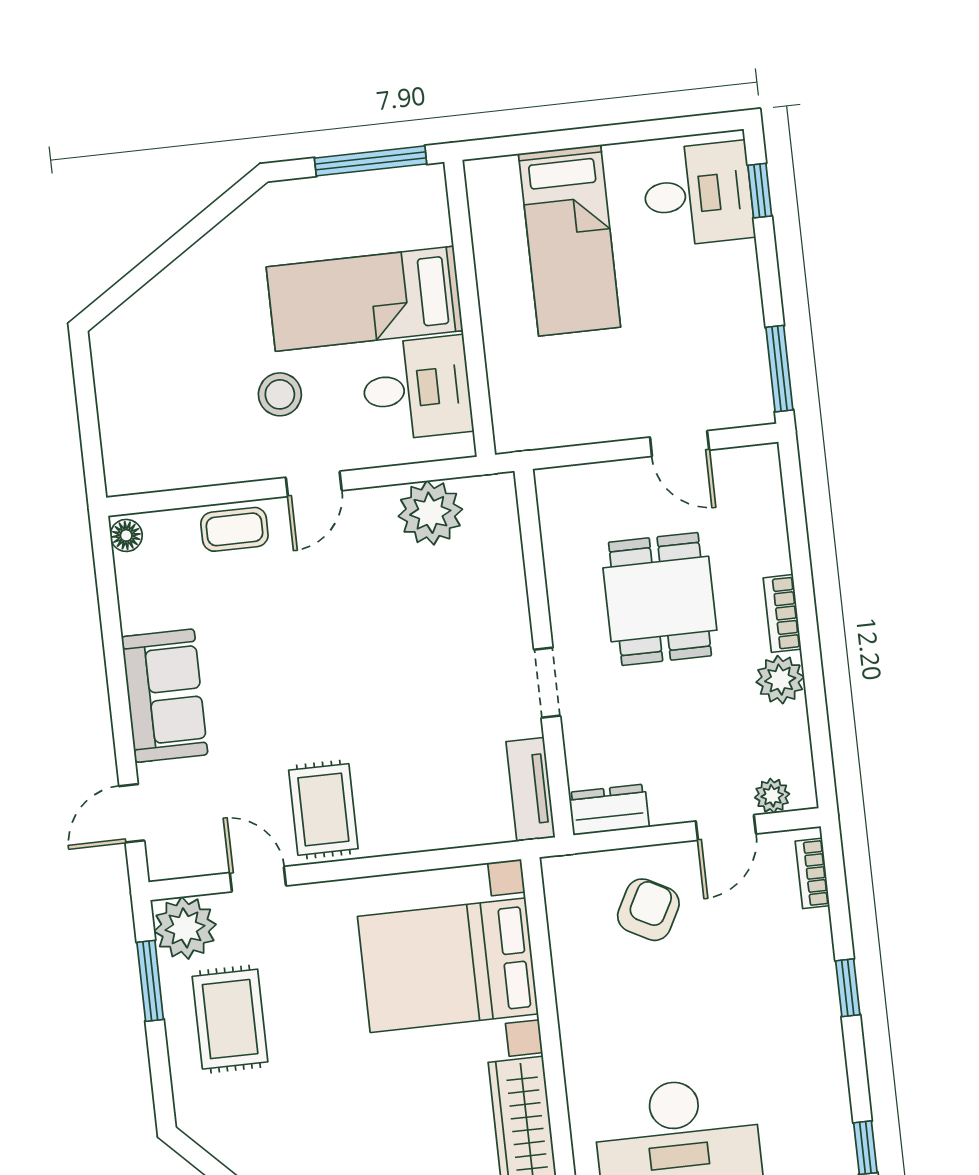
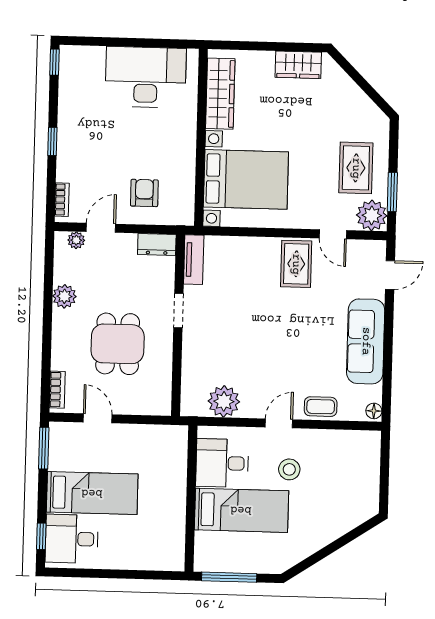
bed: (570, 240) -> (92, 493), moved, turned 90
bookcase: (782, 613) -> (57, 390), moved
sofa: (165, 696) -> (366, 341), width x1.36
armchair: (648, 910) -> (144, 193), turned 152

